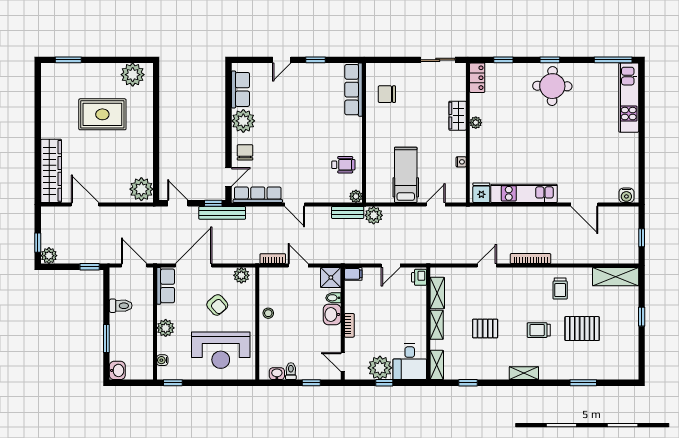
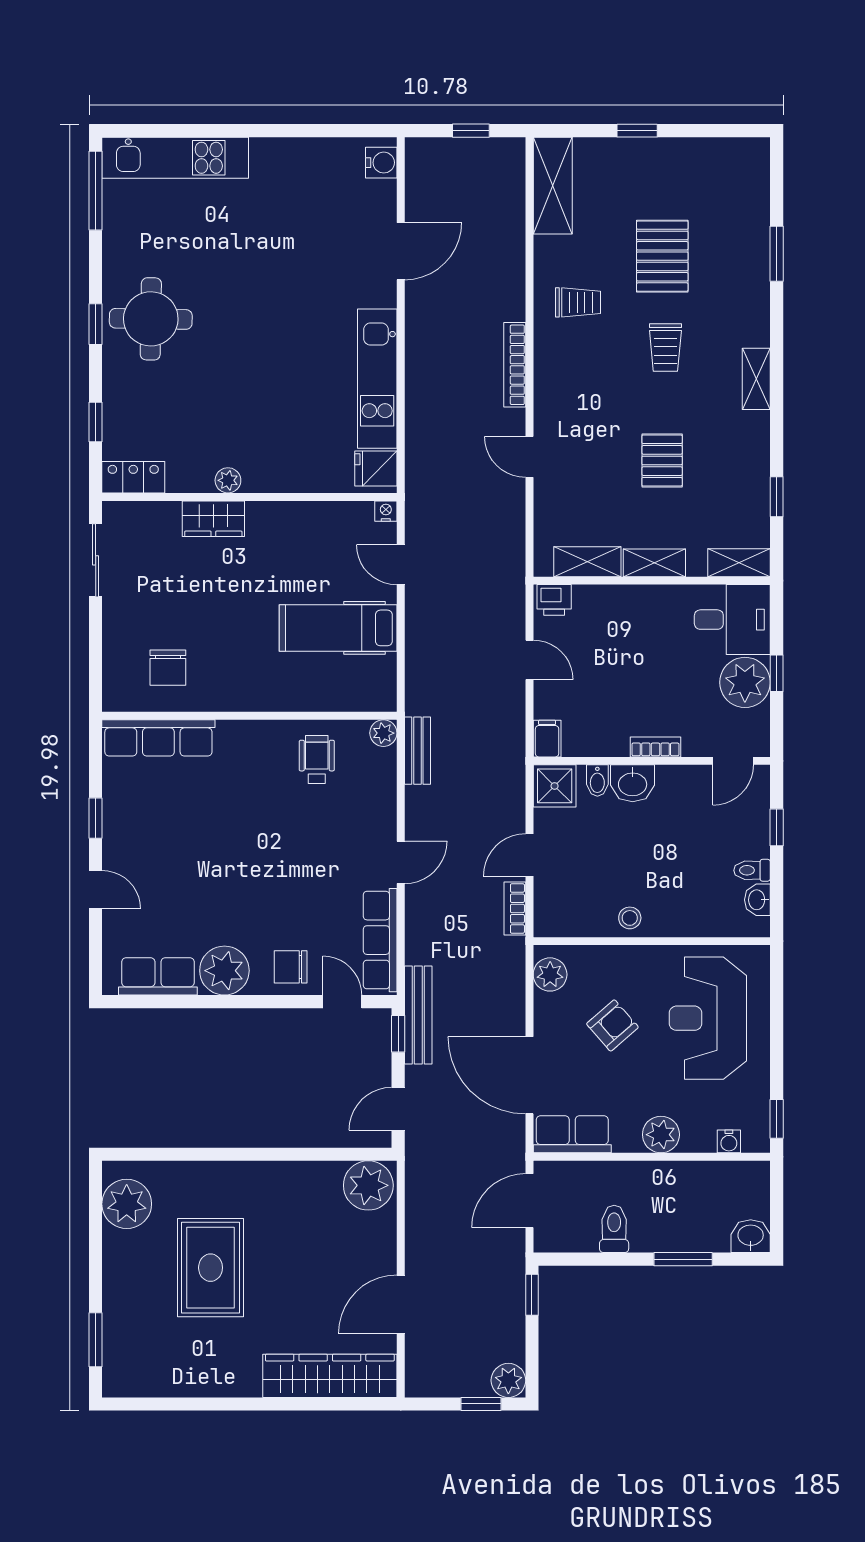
nightstand: (461, 162) -> (386, 511), moved
plant: (374, 215) -> (423, 695), removed
reception desk: (221, 350) -> (708, 1018), turned 180

